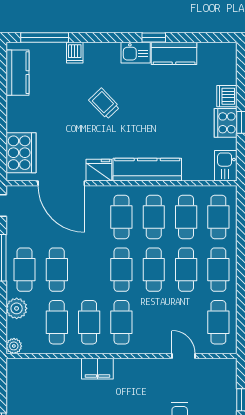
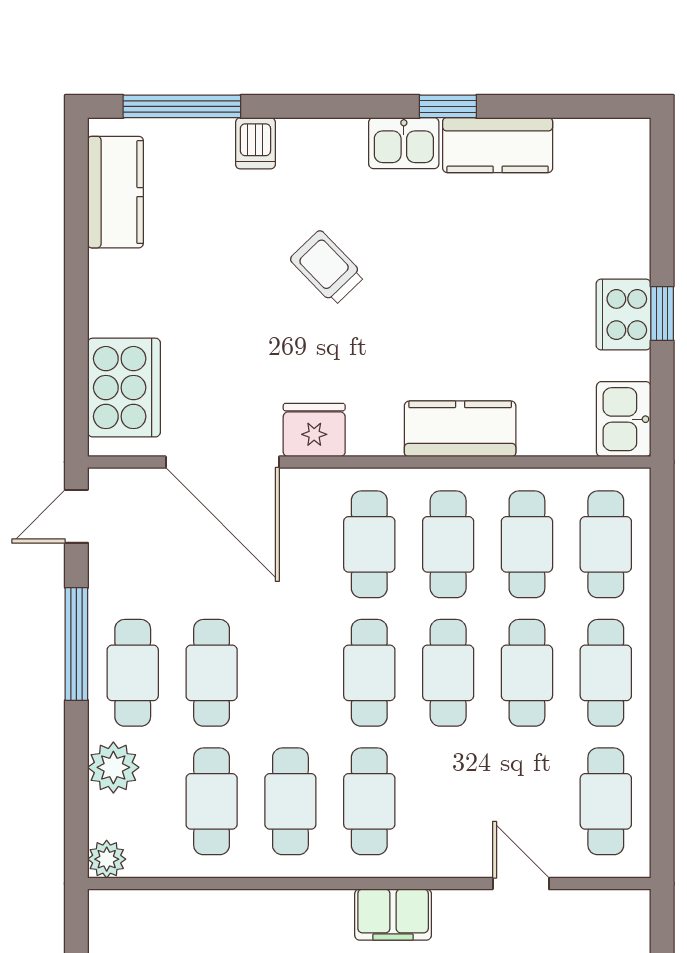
dishwasher: (227, 96) -> (626, 249), removed
kitchen counter: (147, 170) -> (460, 429), width x0.67
filing cabinet: (97, 369) -> (393, 915), moved

